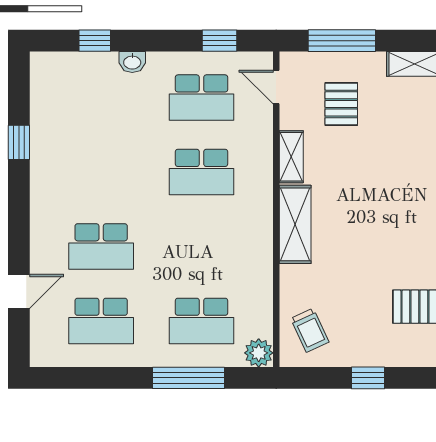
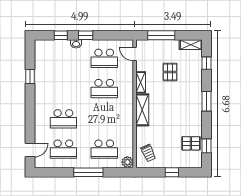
window: (220, 41) -> (86, 35), moved
pallet: (341, 104) -> (170, 72), moved
door: (19, 291) -> (30, 150), moved
window: (189, 378) -> (88, 172), moved

